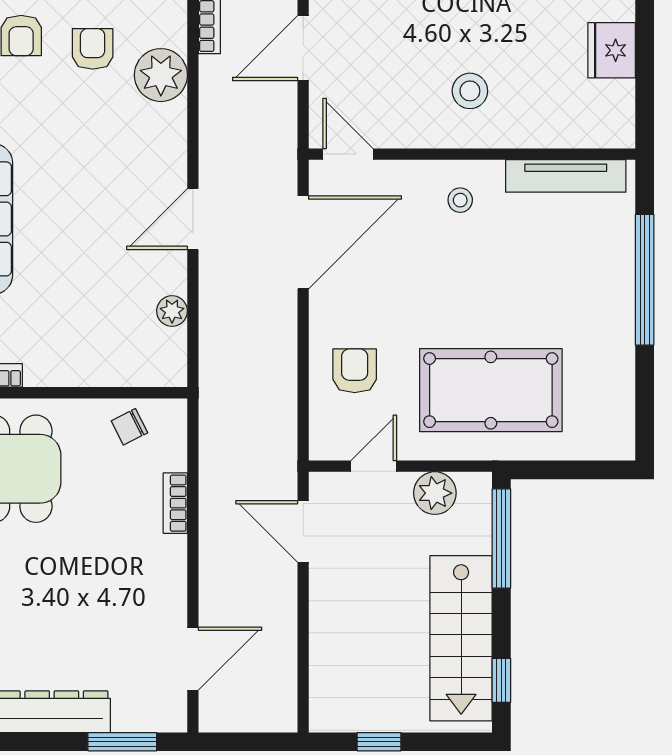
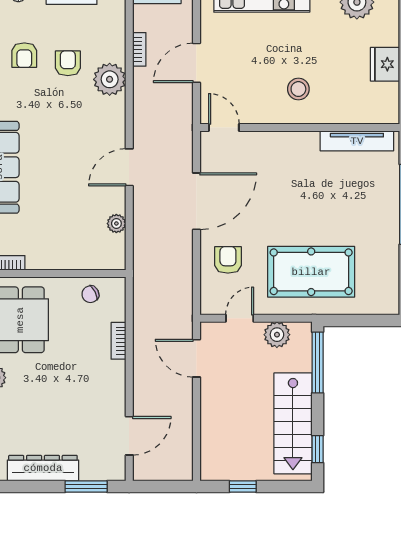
stool: (460, 200) -> (292, 156), removed
door: (303, 242) -> (196, 201), moved

